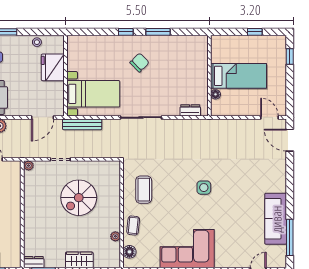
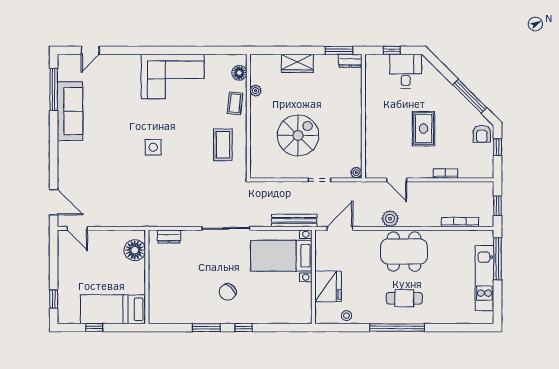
bed: (239, 76) -> (113, 309), moved
floor lamp: (215, 94) -> (135, 250), width x1.89, depth x1.89

